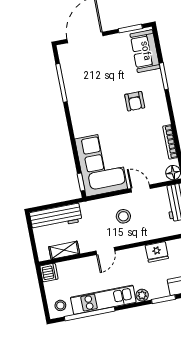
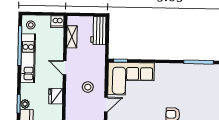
workbench: (56, 217) -> (98, 31), width x0.73
fridge: (157, 252) -> (56, 96), moved
plant: (142, 295) -> (25, 104), moved

